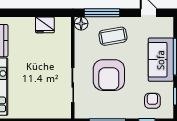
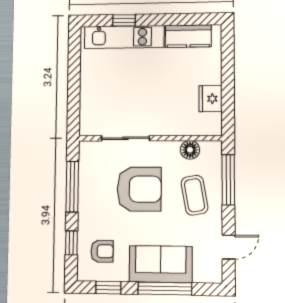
floor lamp: (81, 24) -> (190, 150), moved
armchair: (109, 75) -> (139, 189), turned 180

